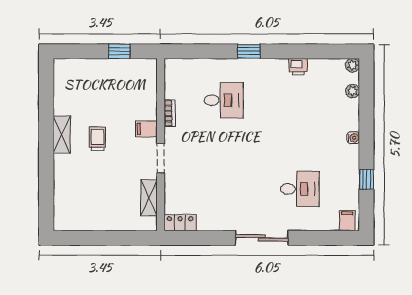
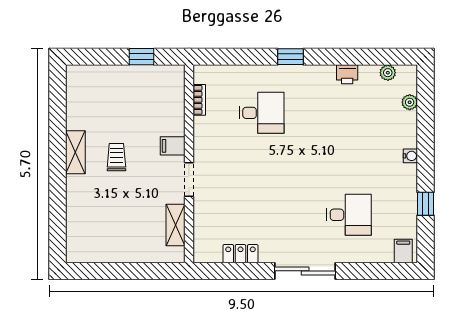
plant: (353, 65) -> (388, 73), moved
bookcase: (170, 113) -> (199, 100), moved
locker: (180, 223) -> (240, 254), moved

